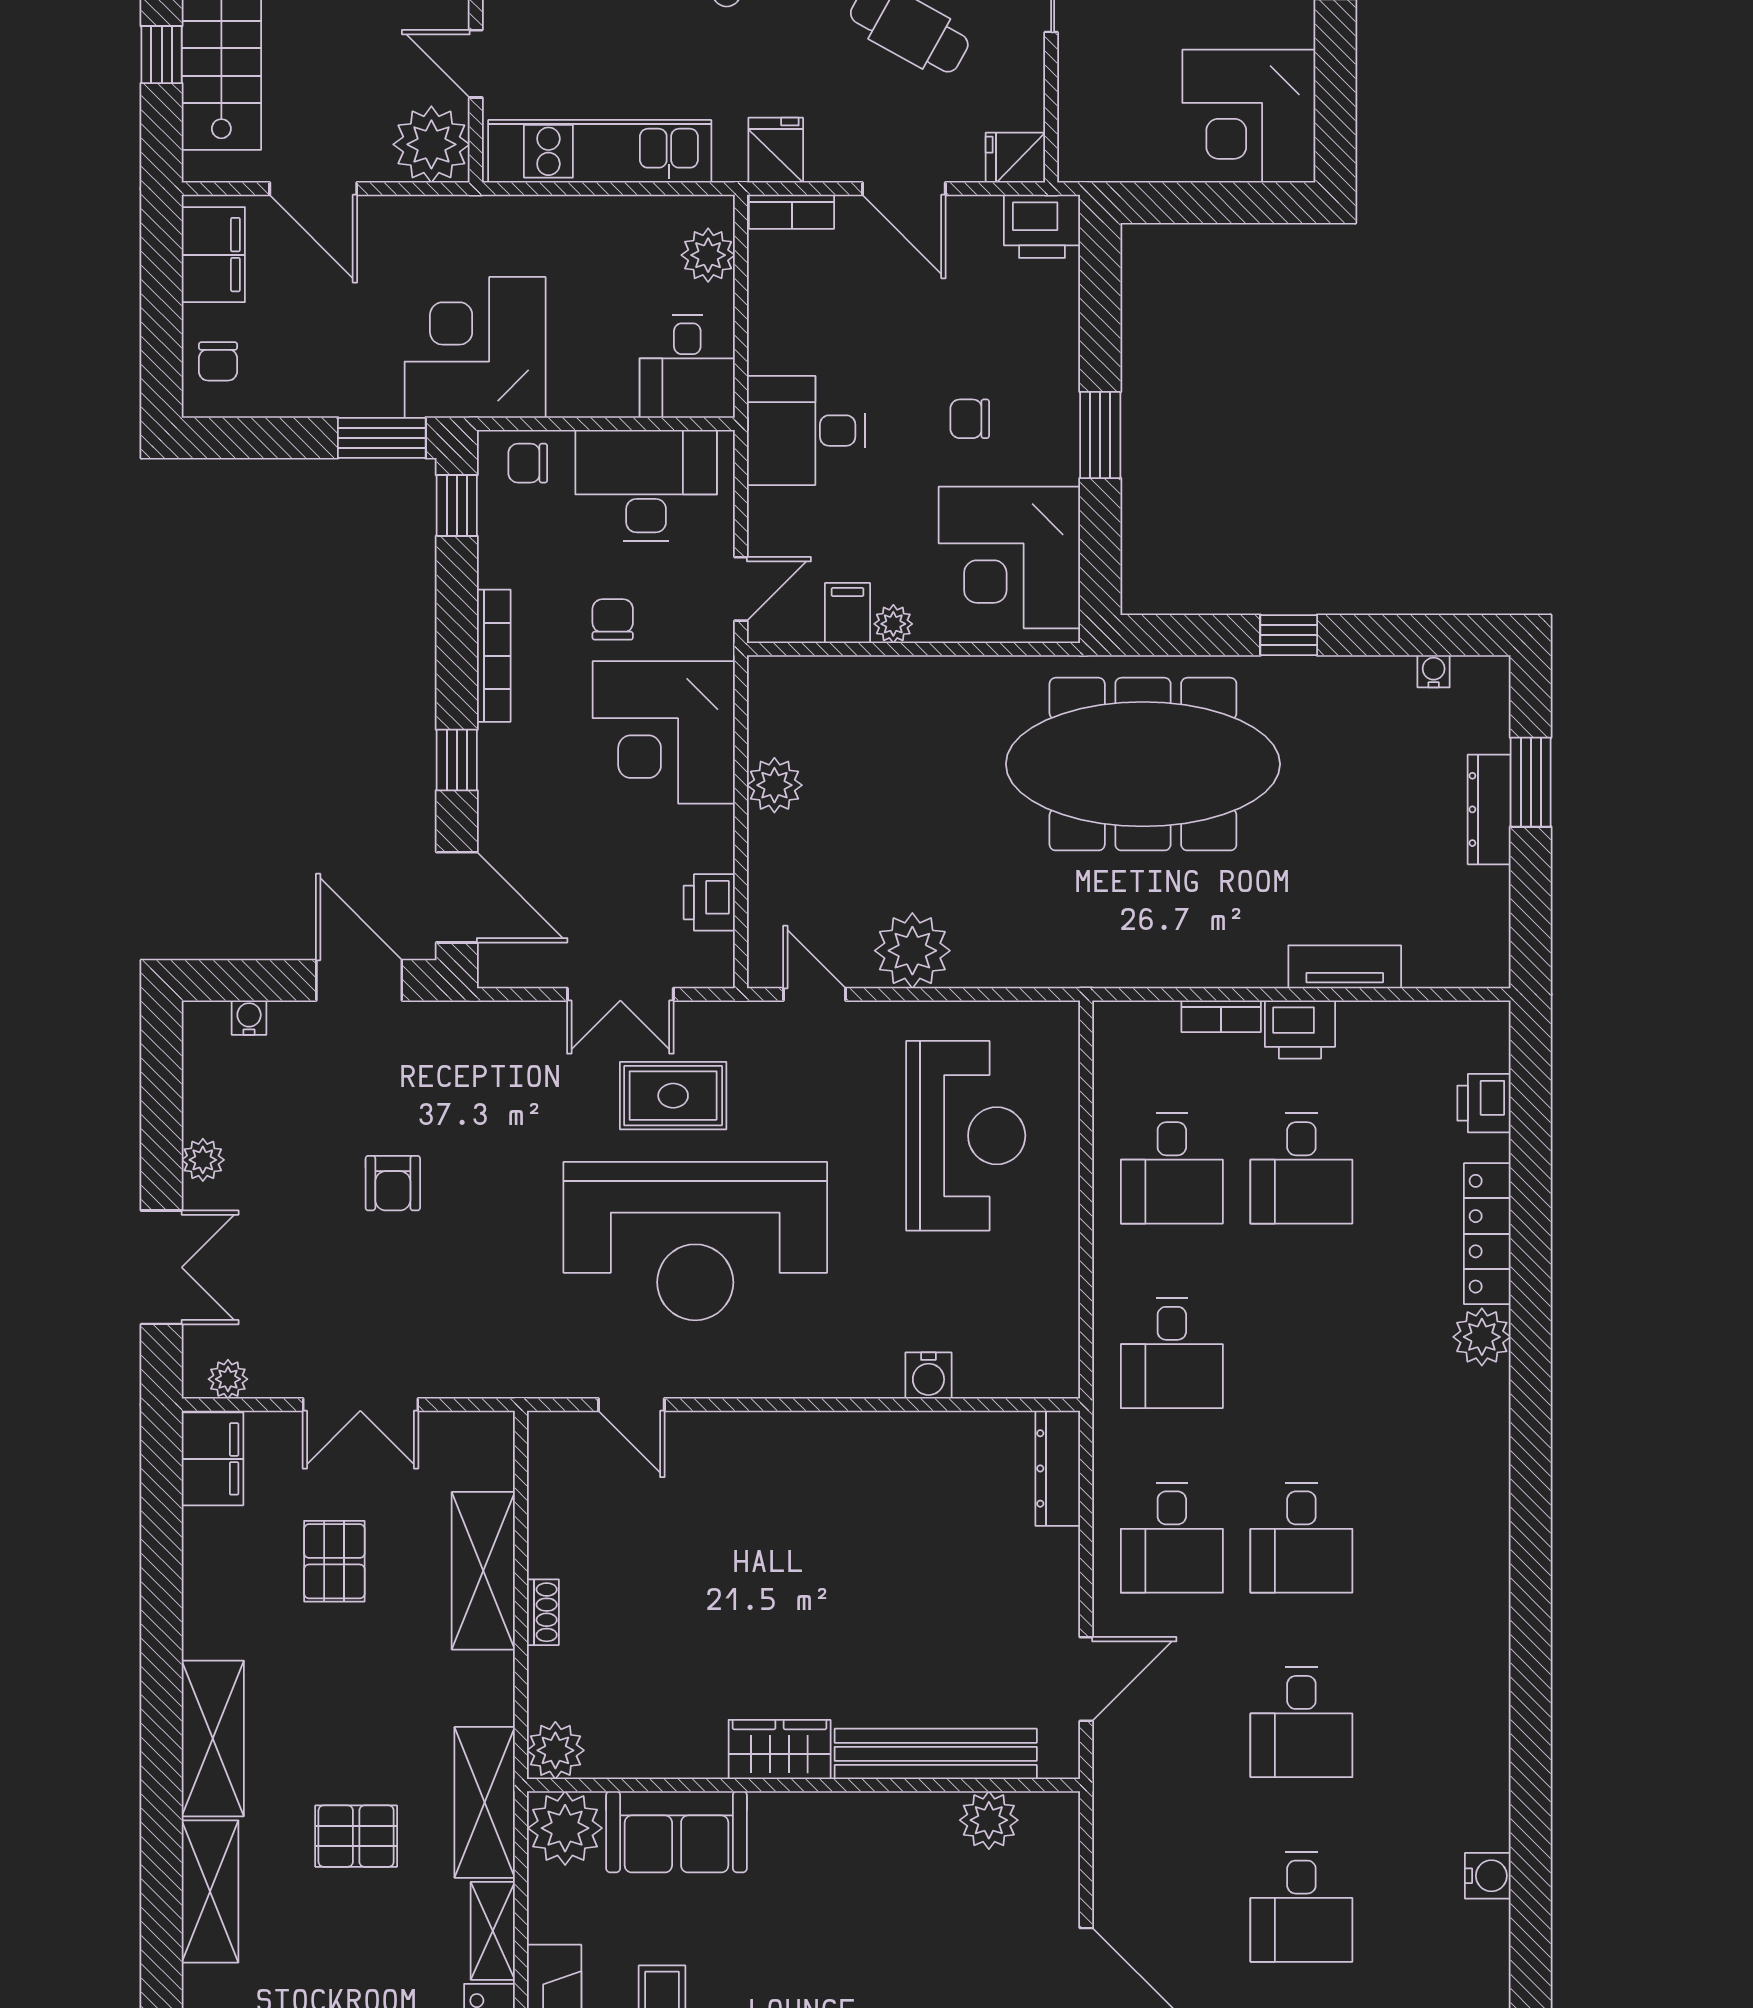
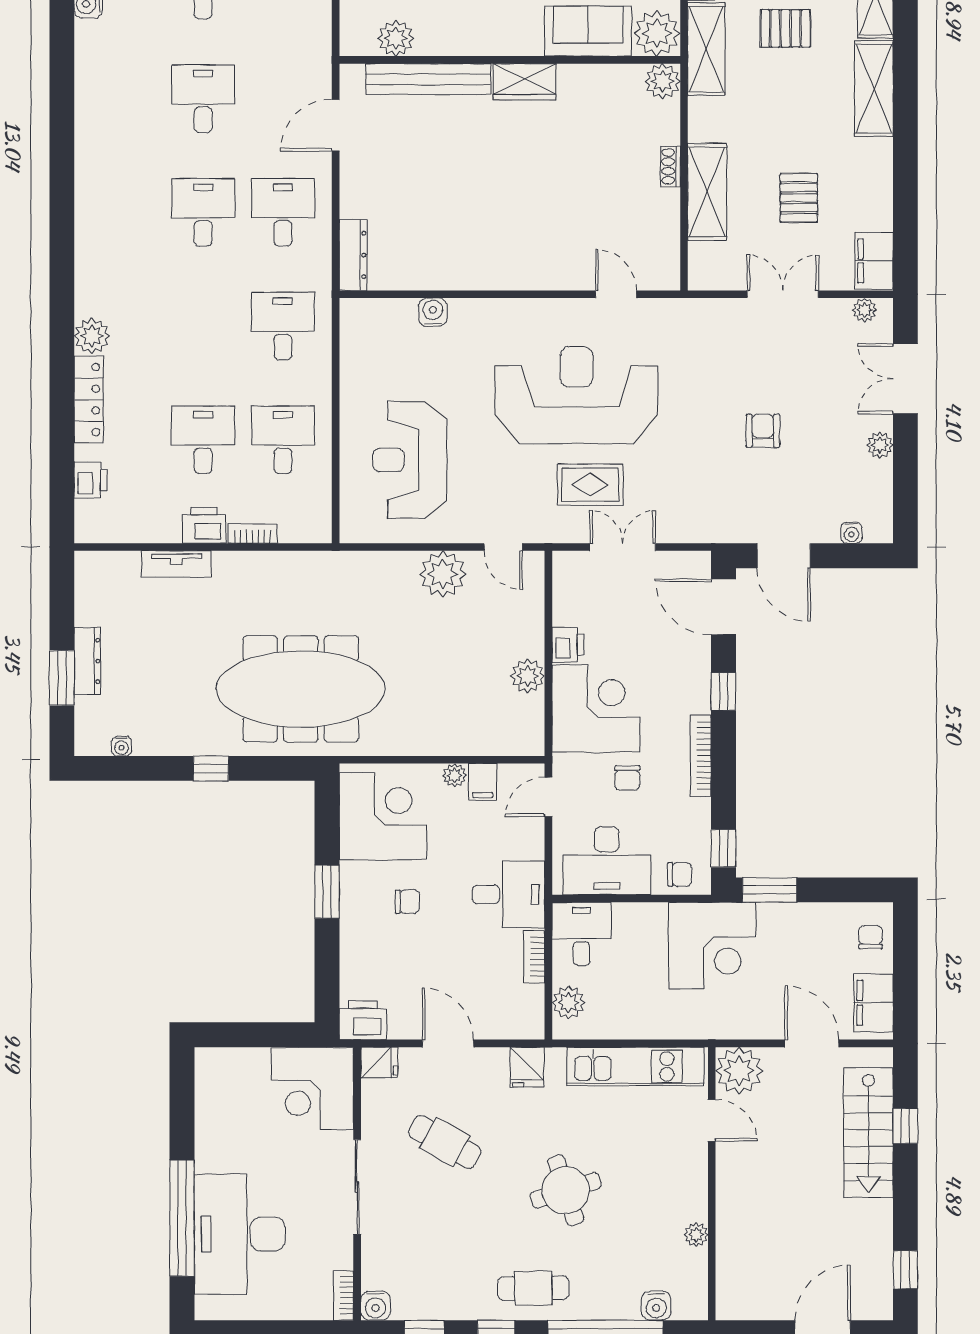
corner desk: (1249, 116) -> (312, 1089), moved, turned 180
bookcase: (792, 212) -> (534, 957), moved, turned -90
printer: (709, 902) -> (568, 645), moved

